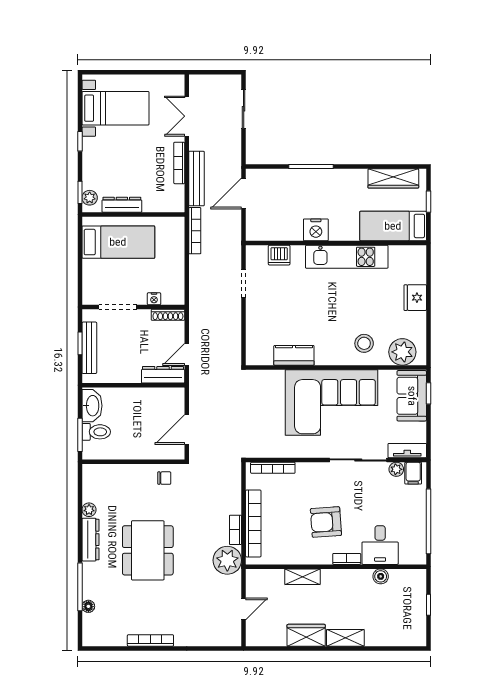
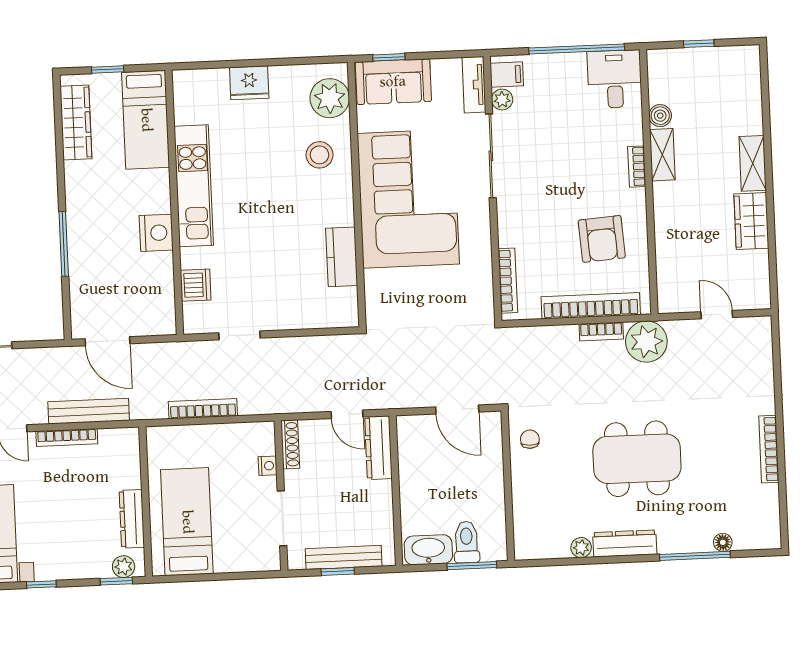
bookcase: (195, 231) -> (203, 409), moved
armchair: (326, 522) -> (602, 239), moved
desk: (380, 545) -> (615, 79), moved, turned -90
shelving: (302, 577) -> (662, 155), moved

